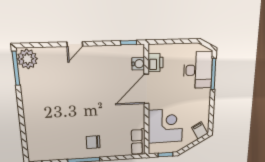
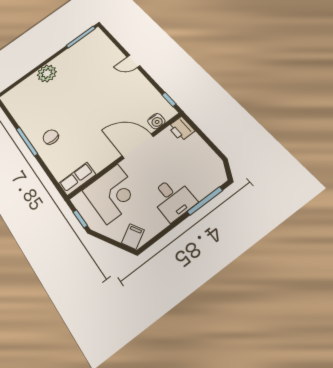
plant: (27, 59) -> (47, 73), moved
printer: (156, 63) -> (181, 129), moved, turned 90
desk: (198, 70) -> (173, 199), moved, width x0.73

